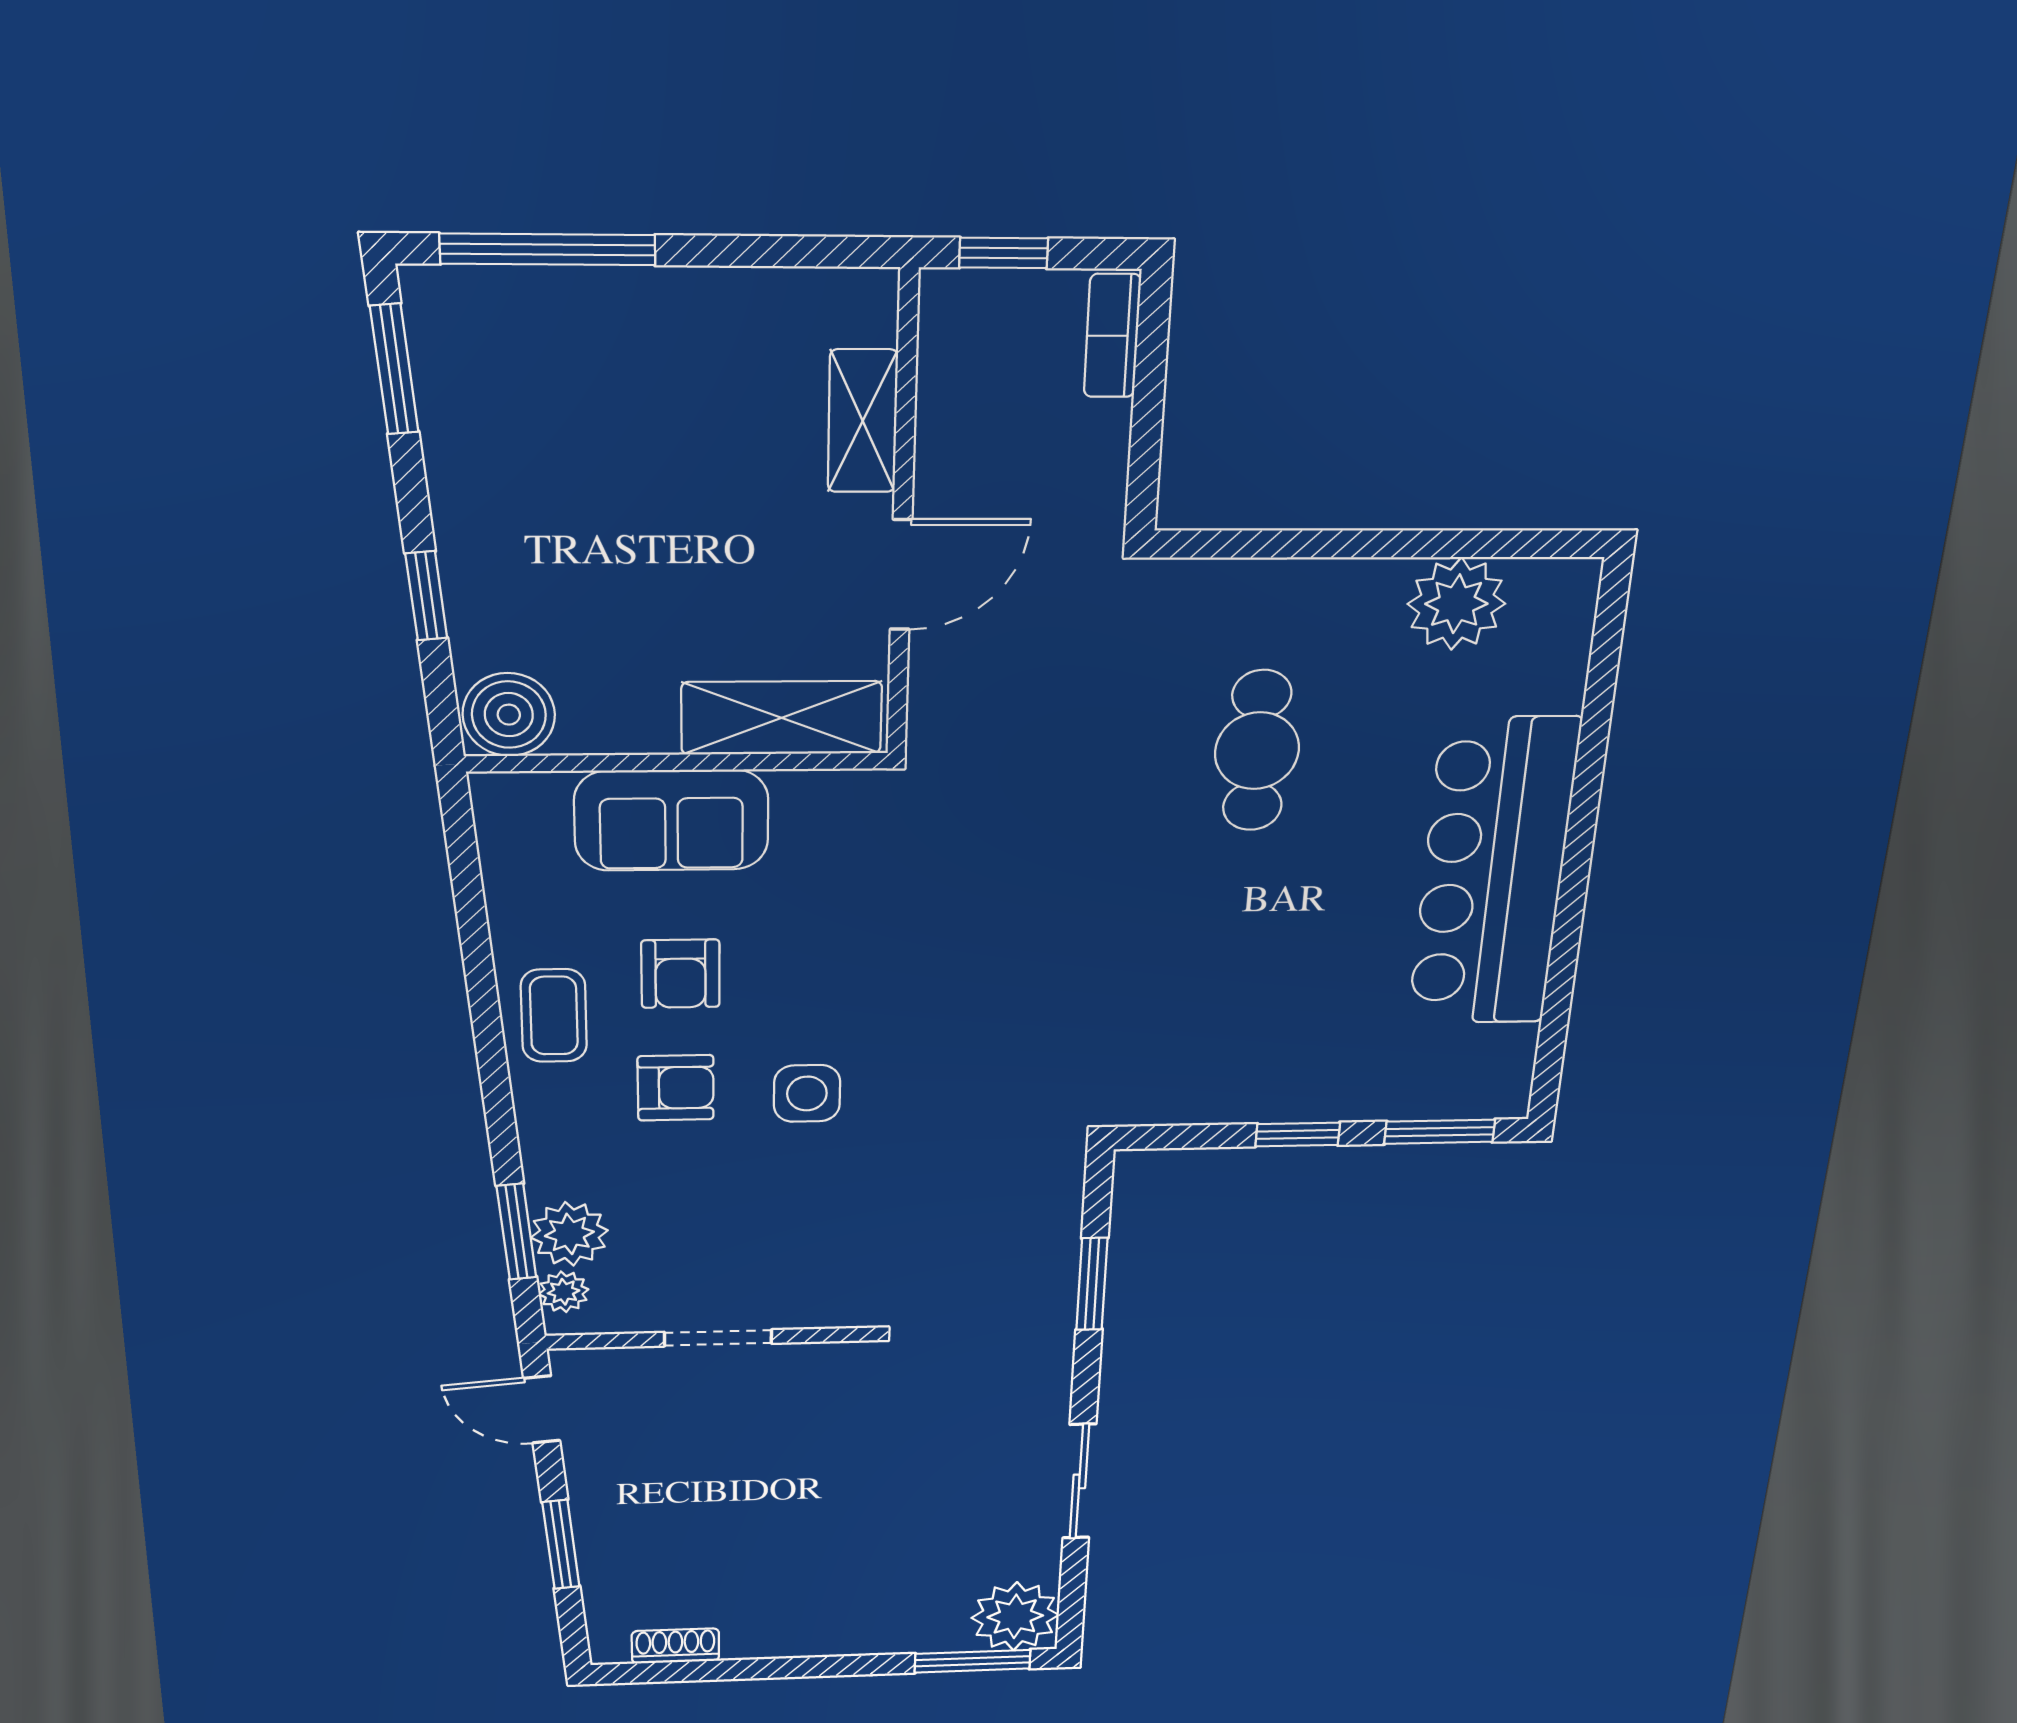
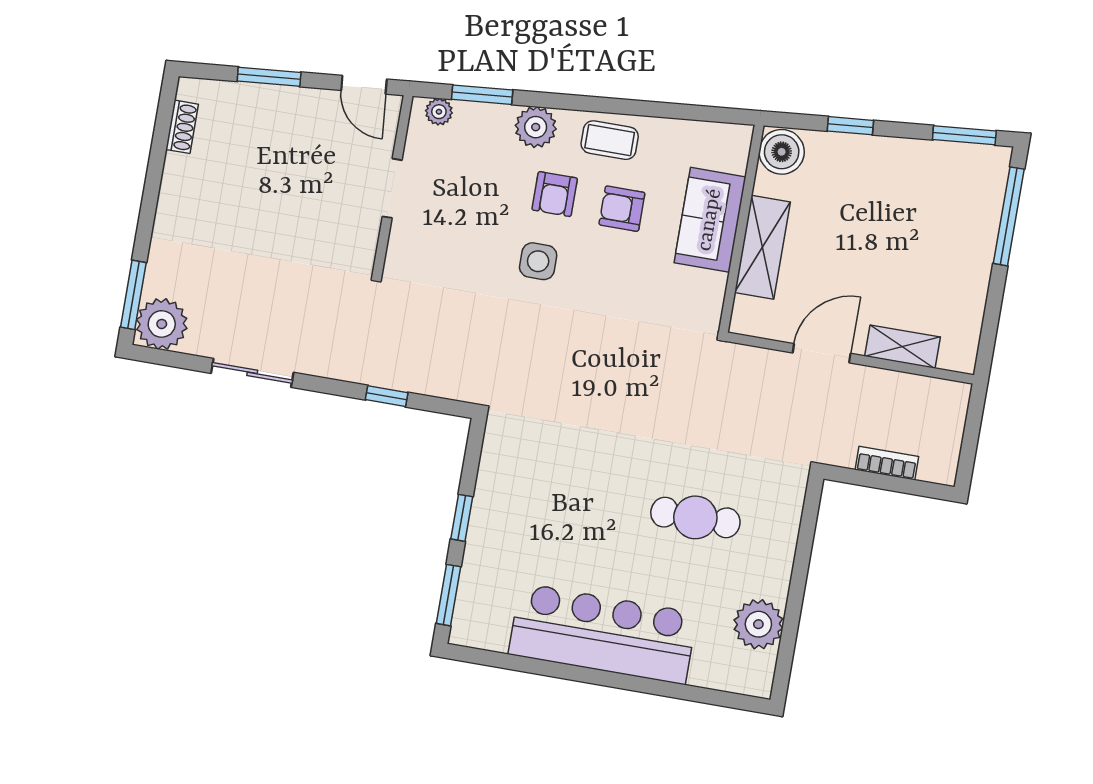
window: (1004, 253) -> (973, 424), removed
bookcase: (1112, 336) -> (887, 463), moved
door: (901, 575) -> (822, 353), swing flipped
shelving: (782, 718) -> (762, 247), moved
plant: (569, 1234) -> (536, 127), moved
window: (1092, 1284) -> (387, 396), width x0.67
door: (542, 1409) -> (364, 85), swing flipped

